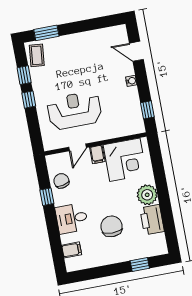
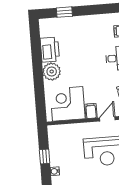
window: (147, 110) -> (45, 156), moved
chair: (112, 226) -> (85, 48), removed

